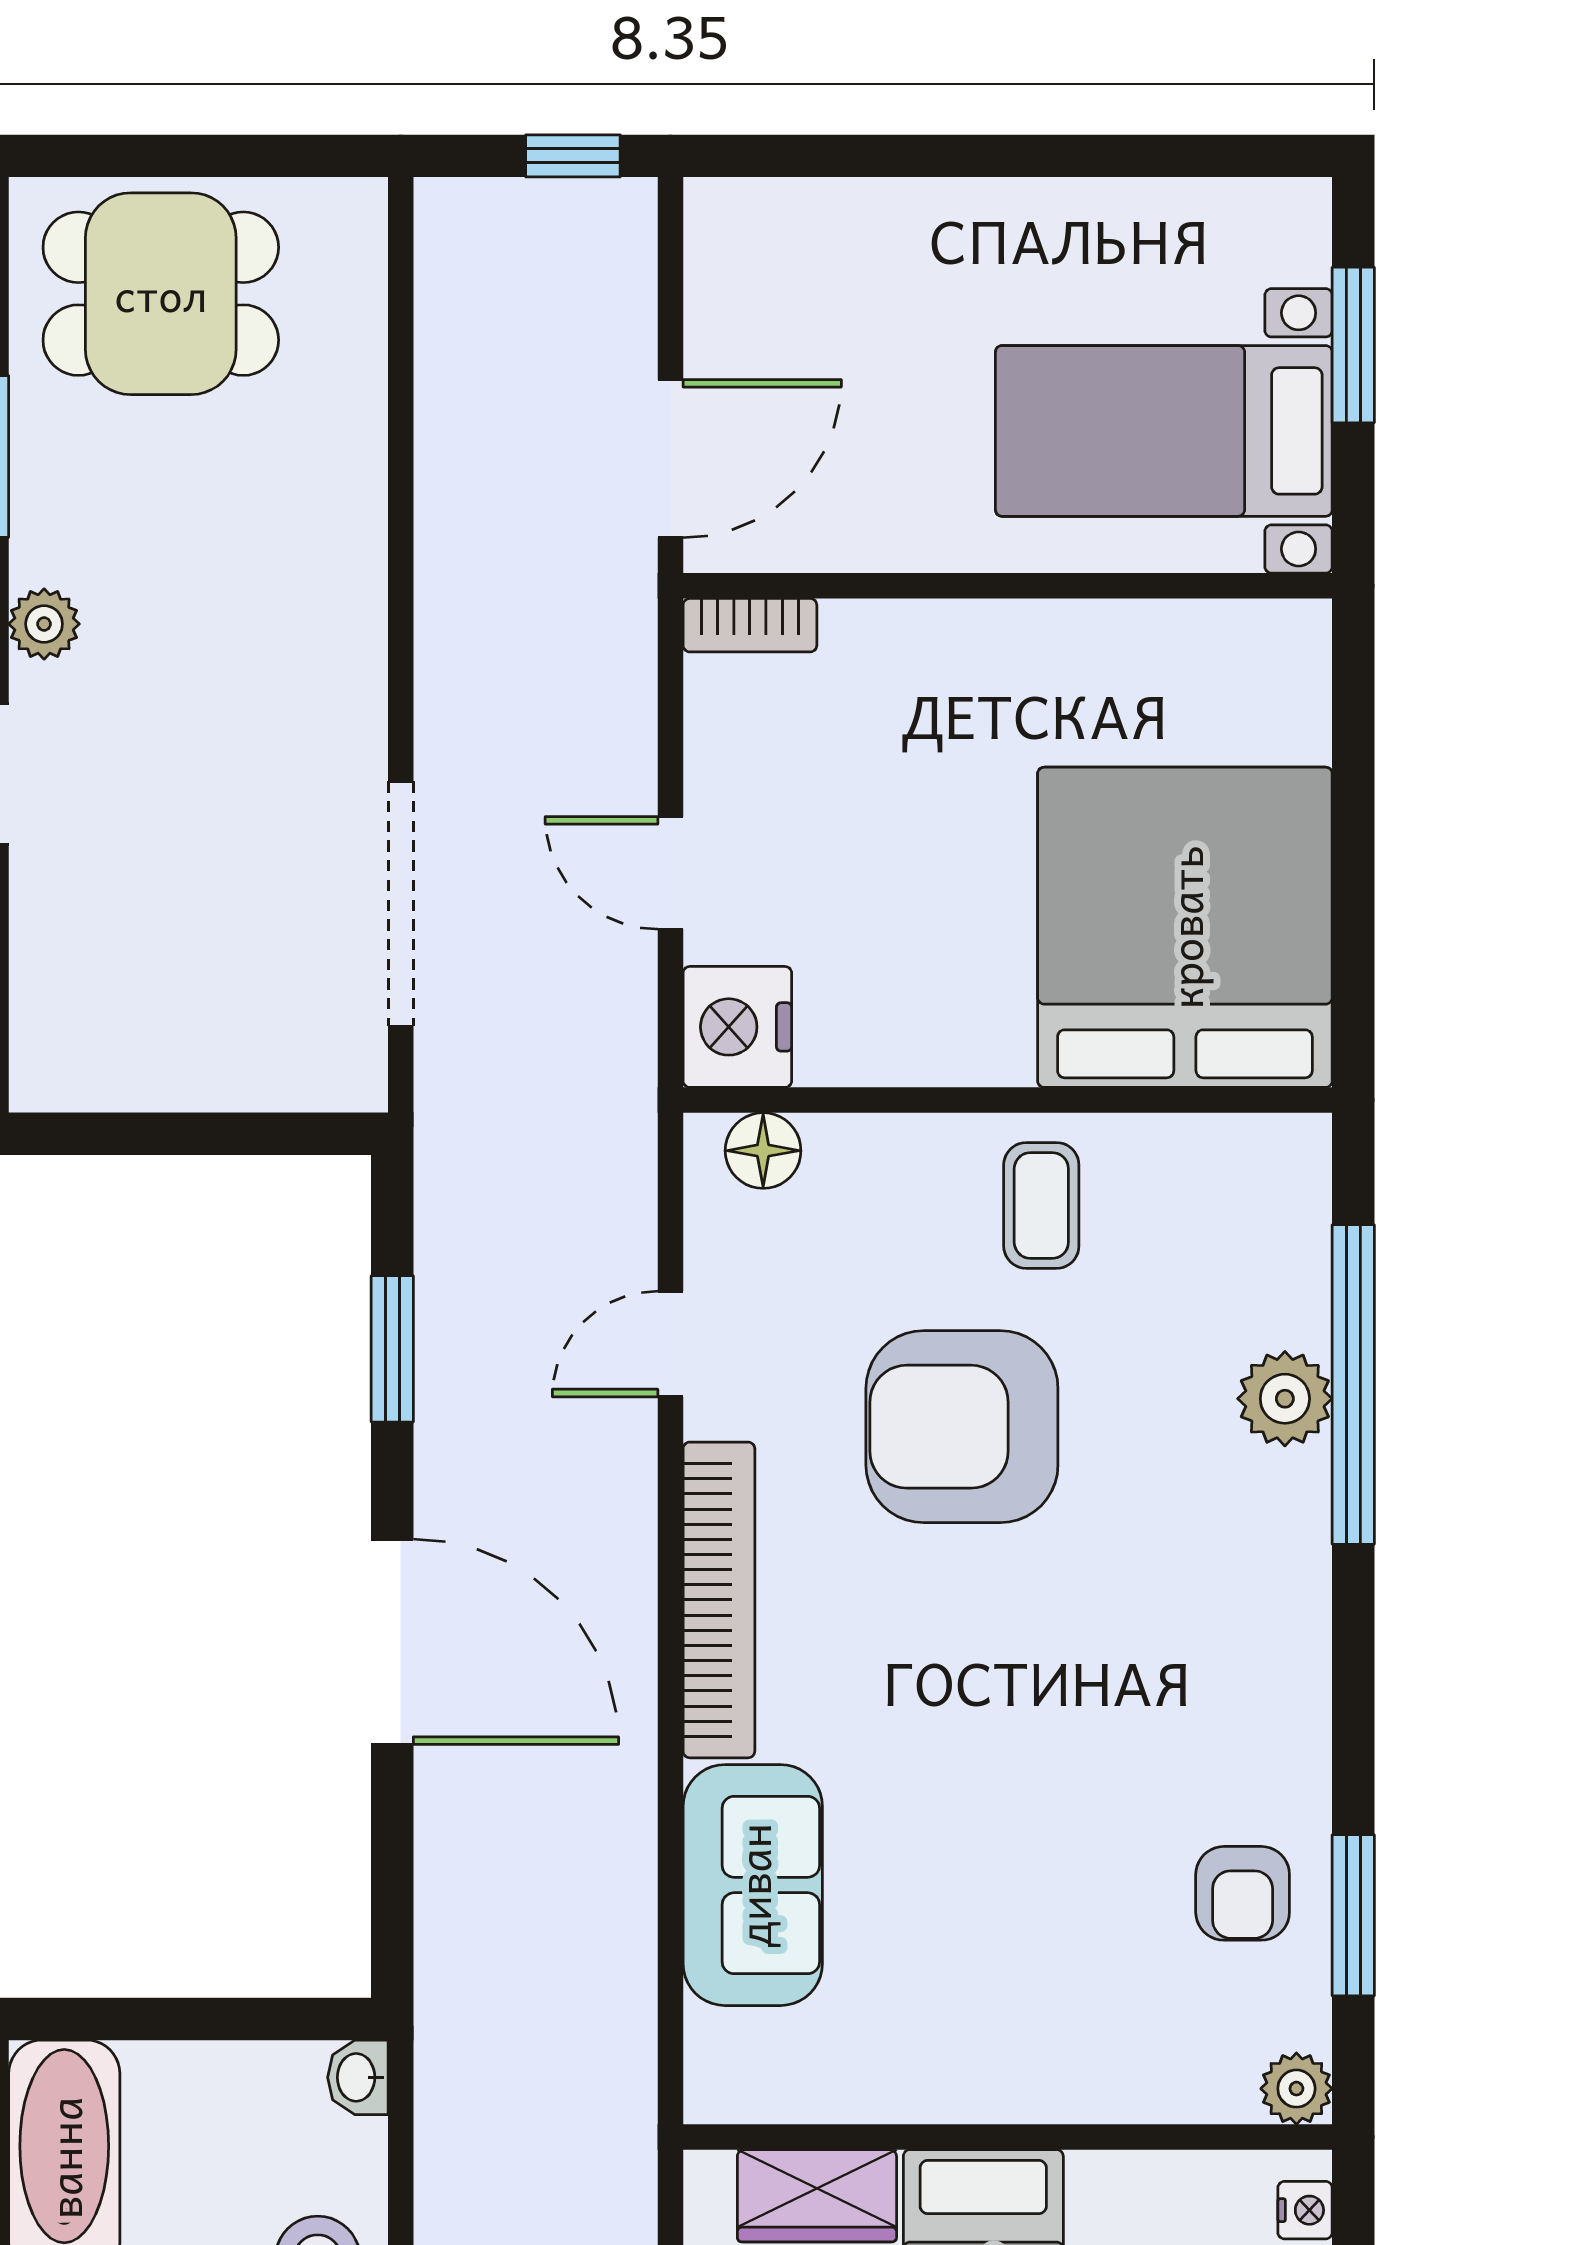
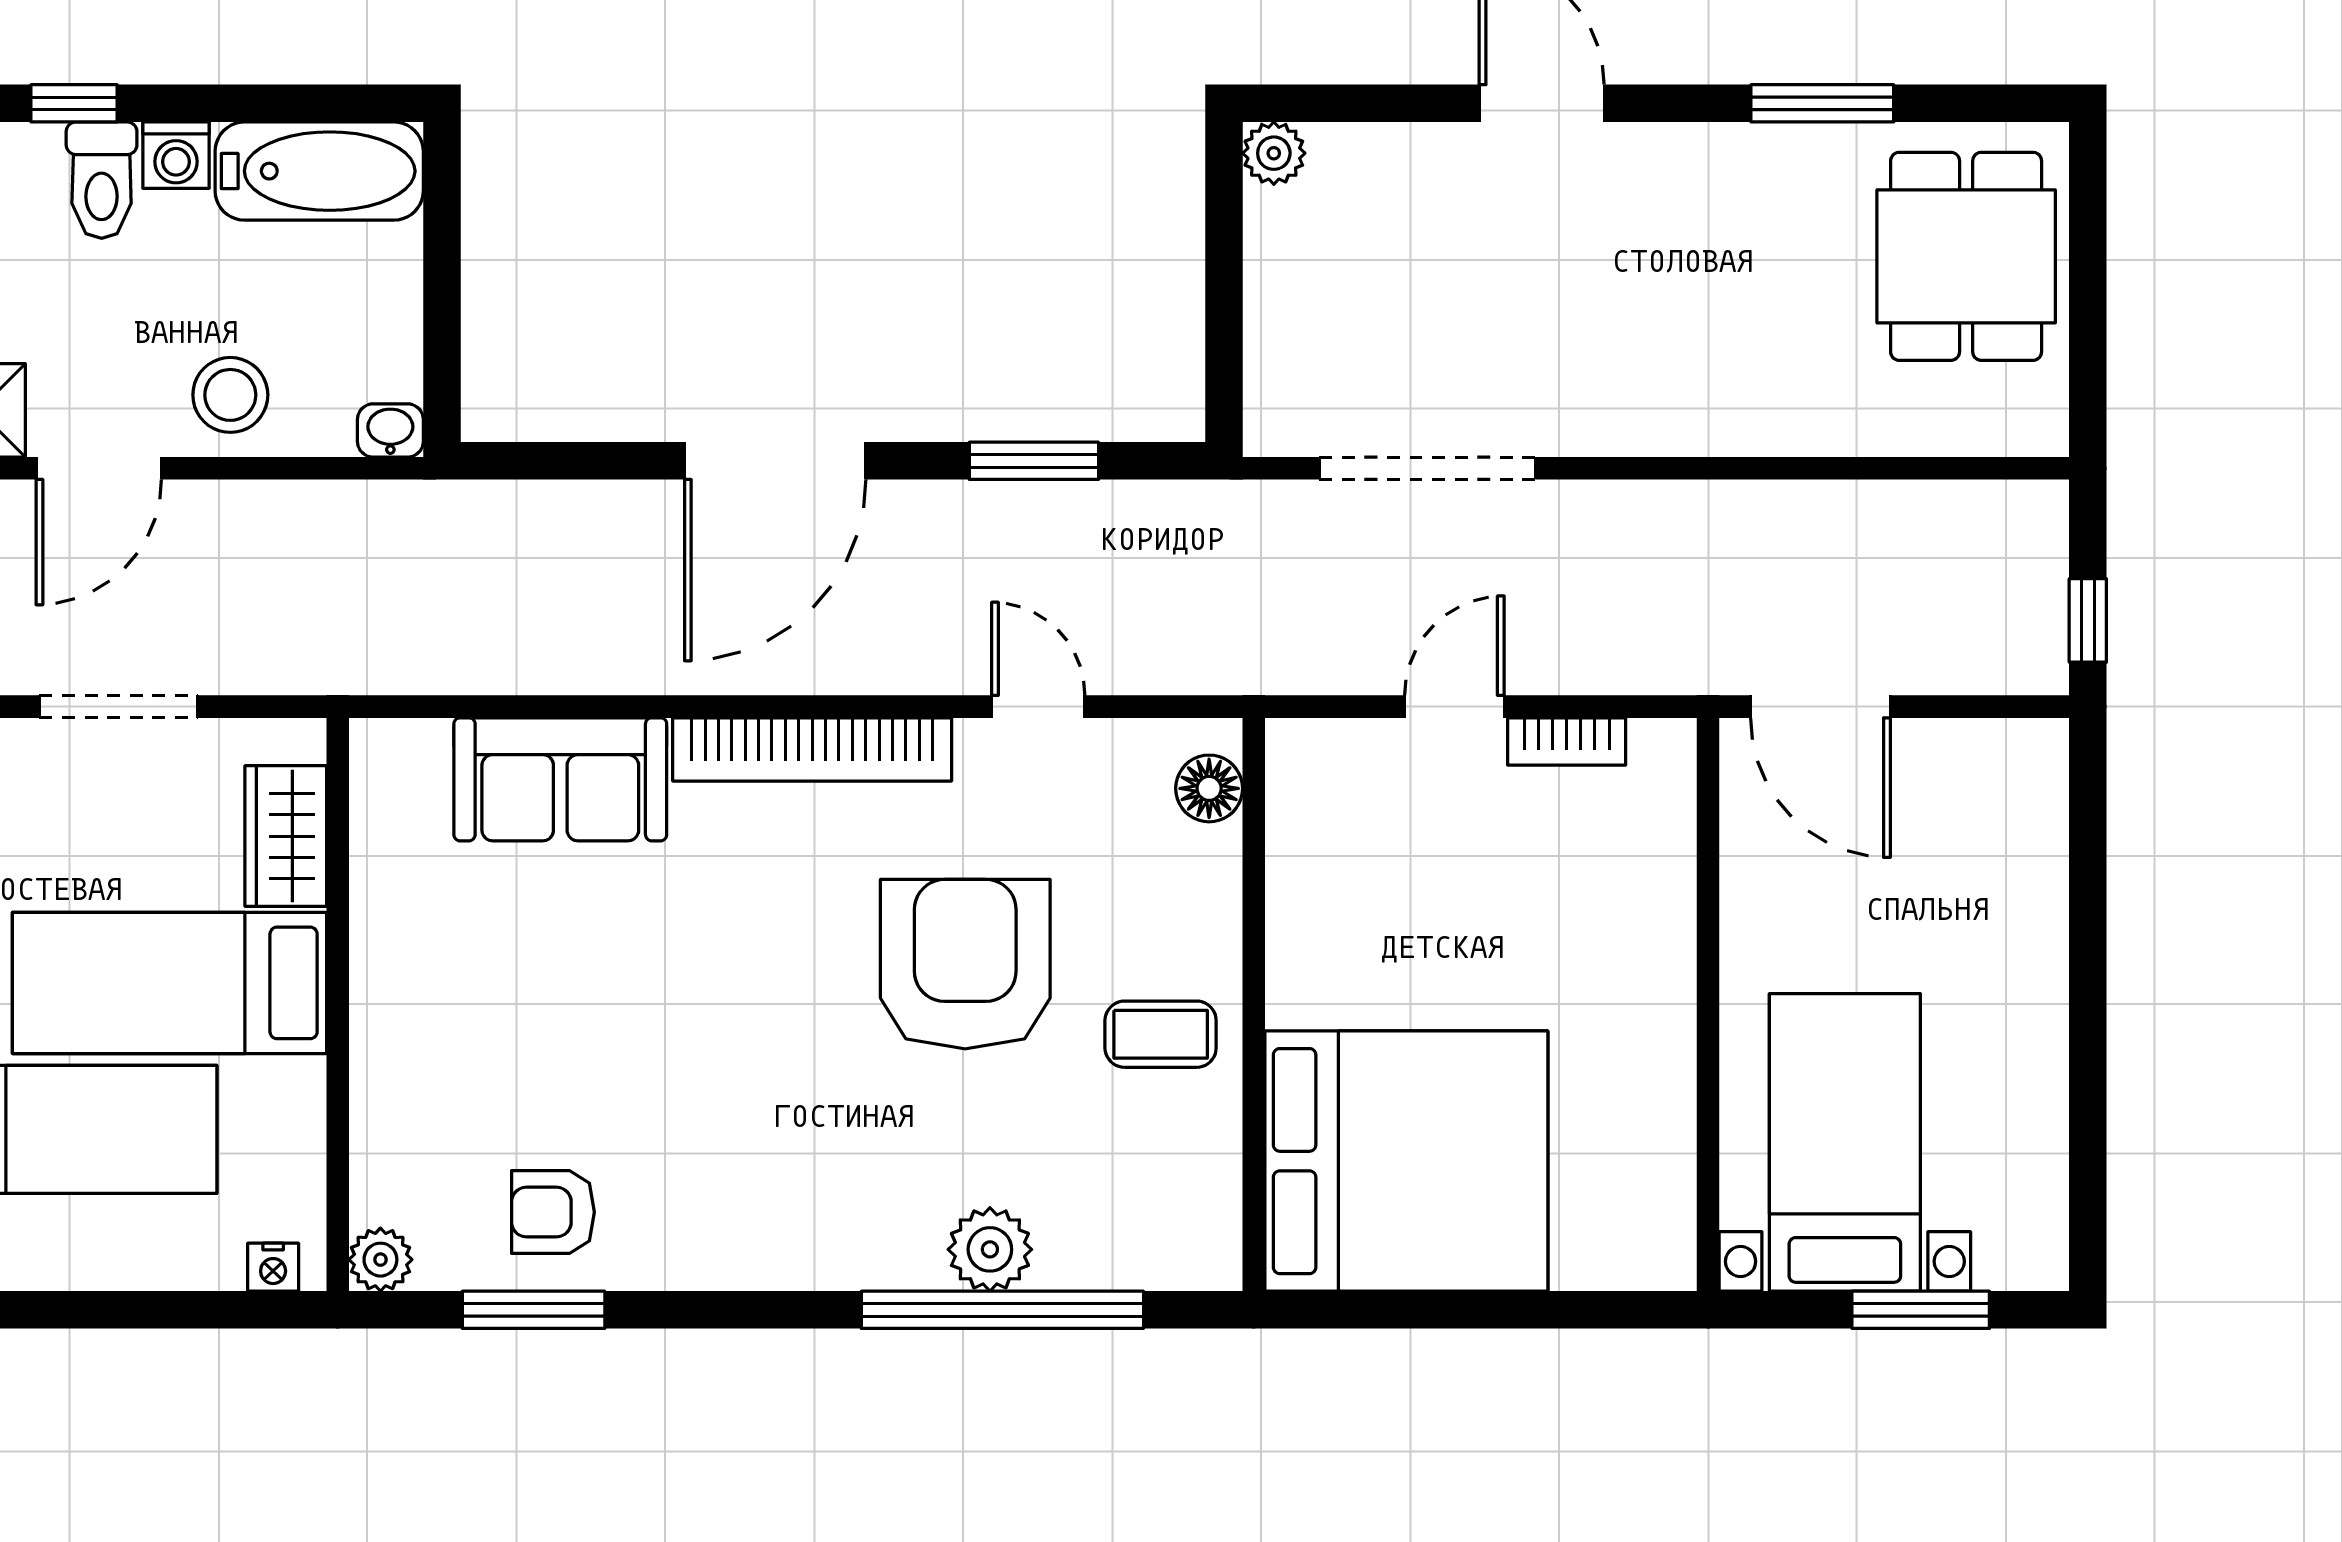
plant: (44, 624) -> (1274, 153), moved
bookcase: (750, 625) -> (1567, 741), moved, turned -90
nightstand: (737, 1027) -> (1318, 766), removed

